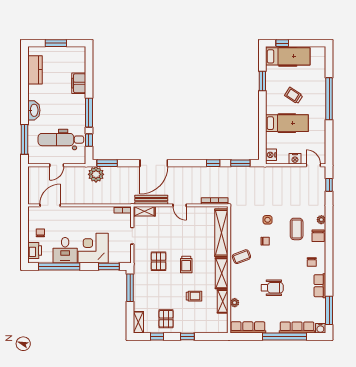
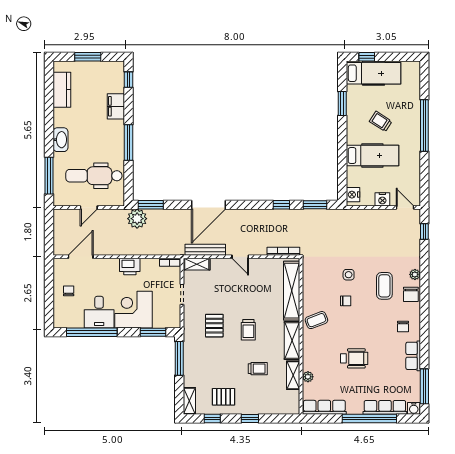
window: (89, 140) -> (128, 80), moved
printer: (35, 250) -> (130, 267), moved, turned 90
pallet: (166, 319) -> (224, 397), turned 90

